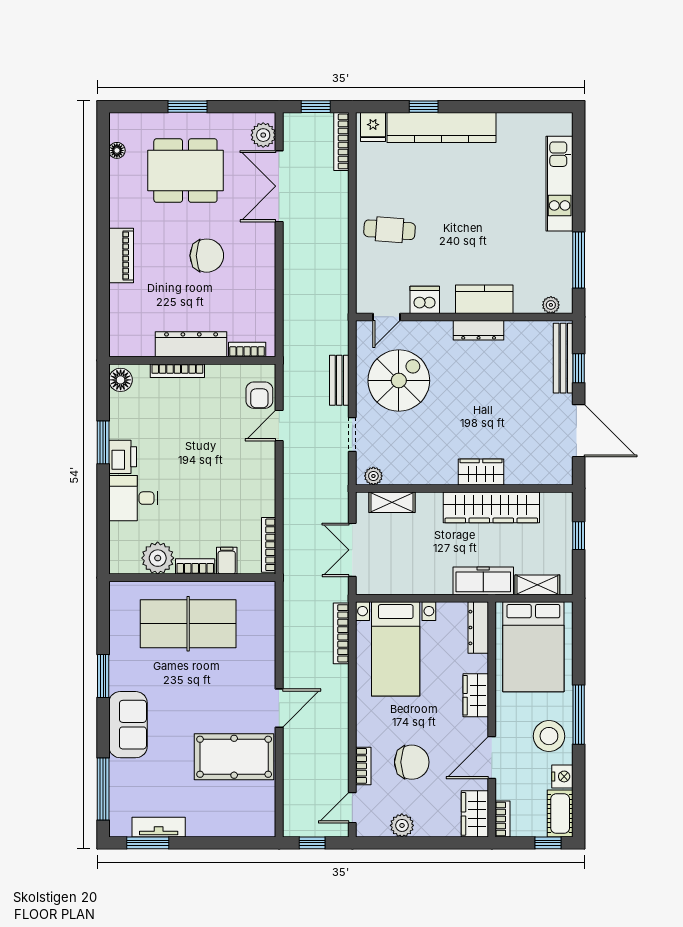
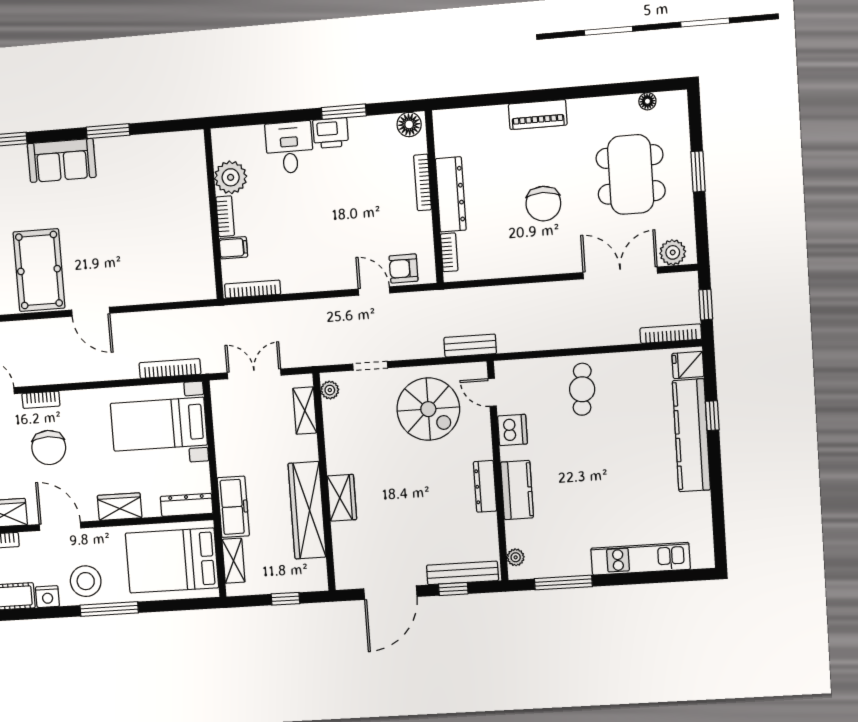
bench: (339, 380) -> (470, 346), moved
table tennis table: (188, 624) -> (167, 214), removed

